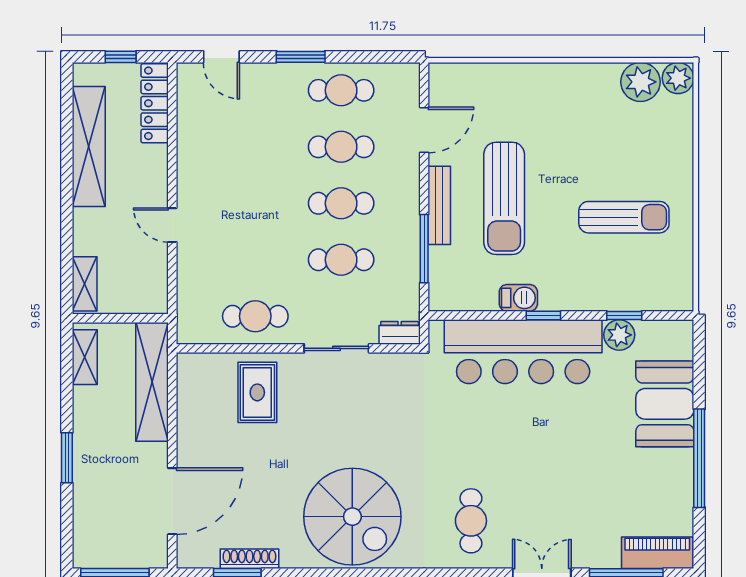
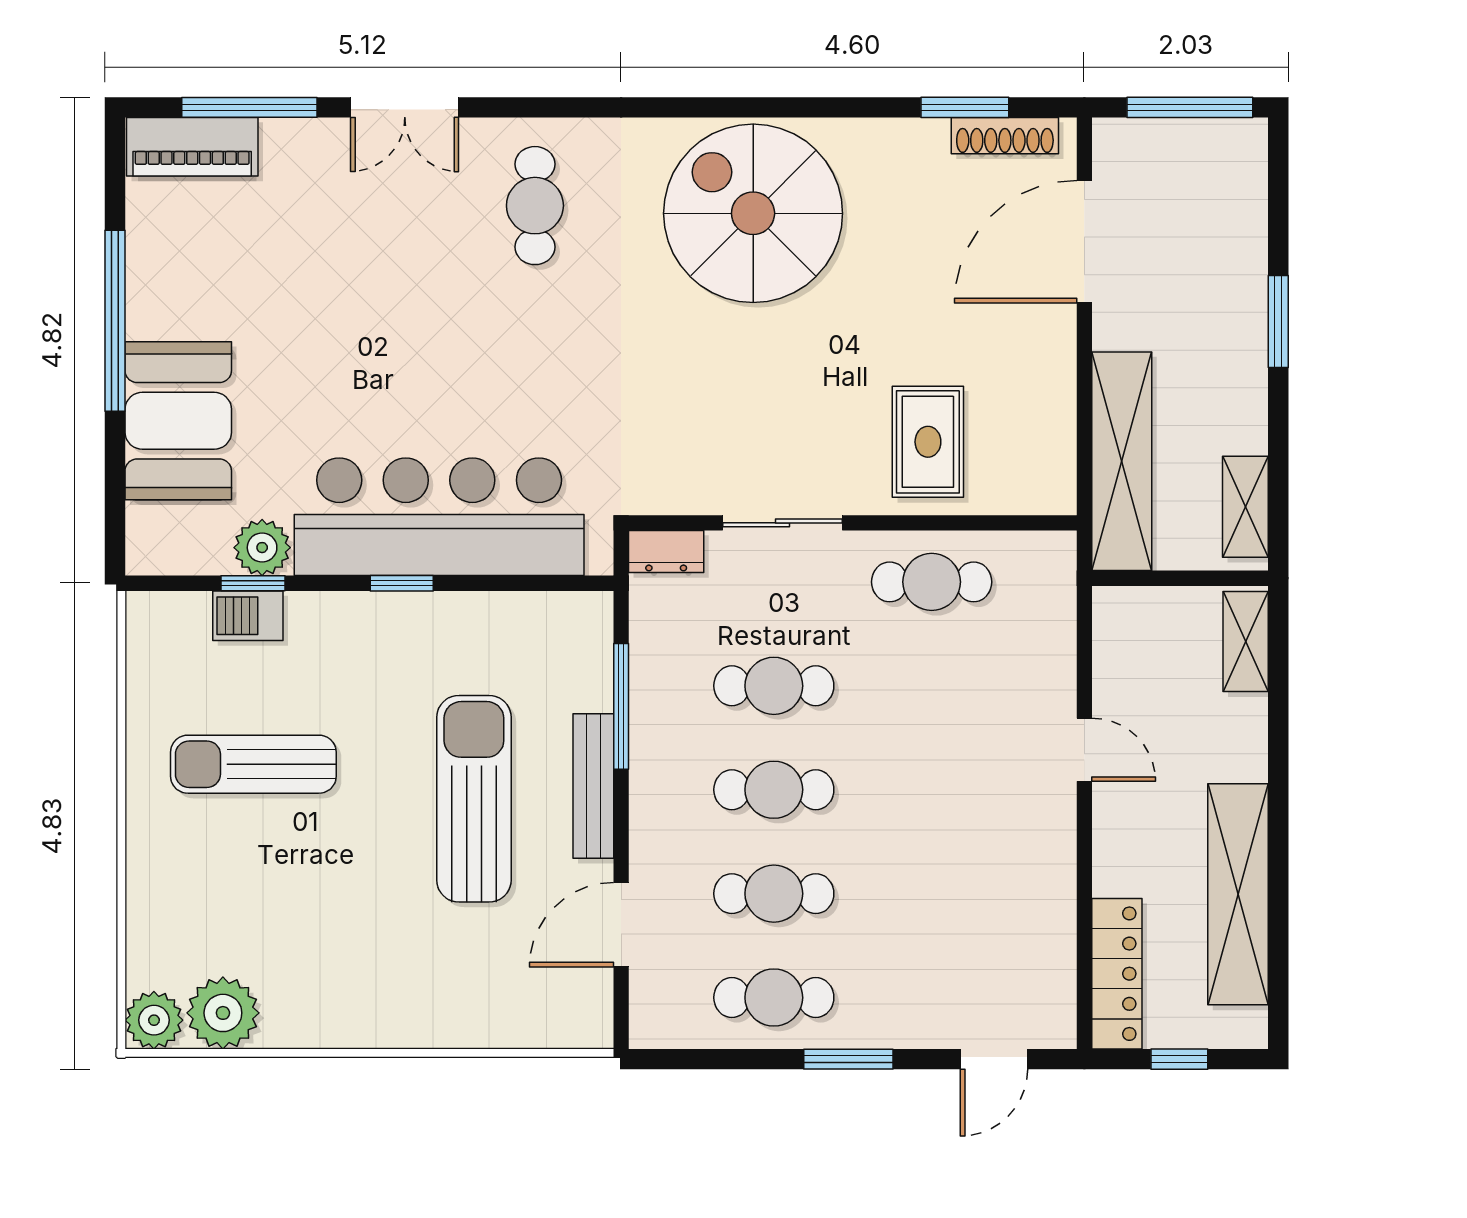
door: (221, 57) -> (994, 1059), swing flipped
barbecue: (518, 298) -> (248, 616), moved
shoe rack: (249, 559) -> (1005, 136), moved

